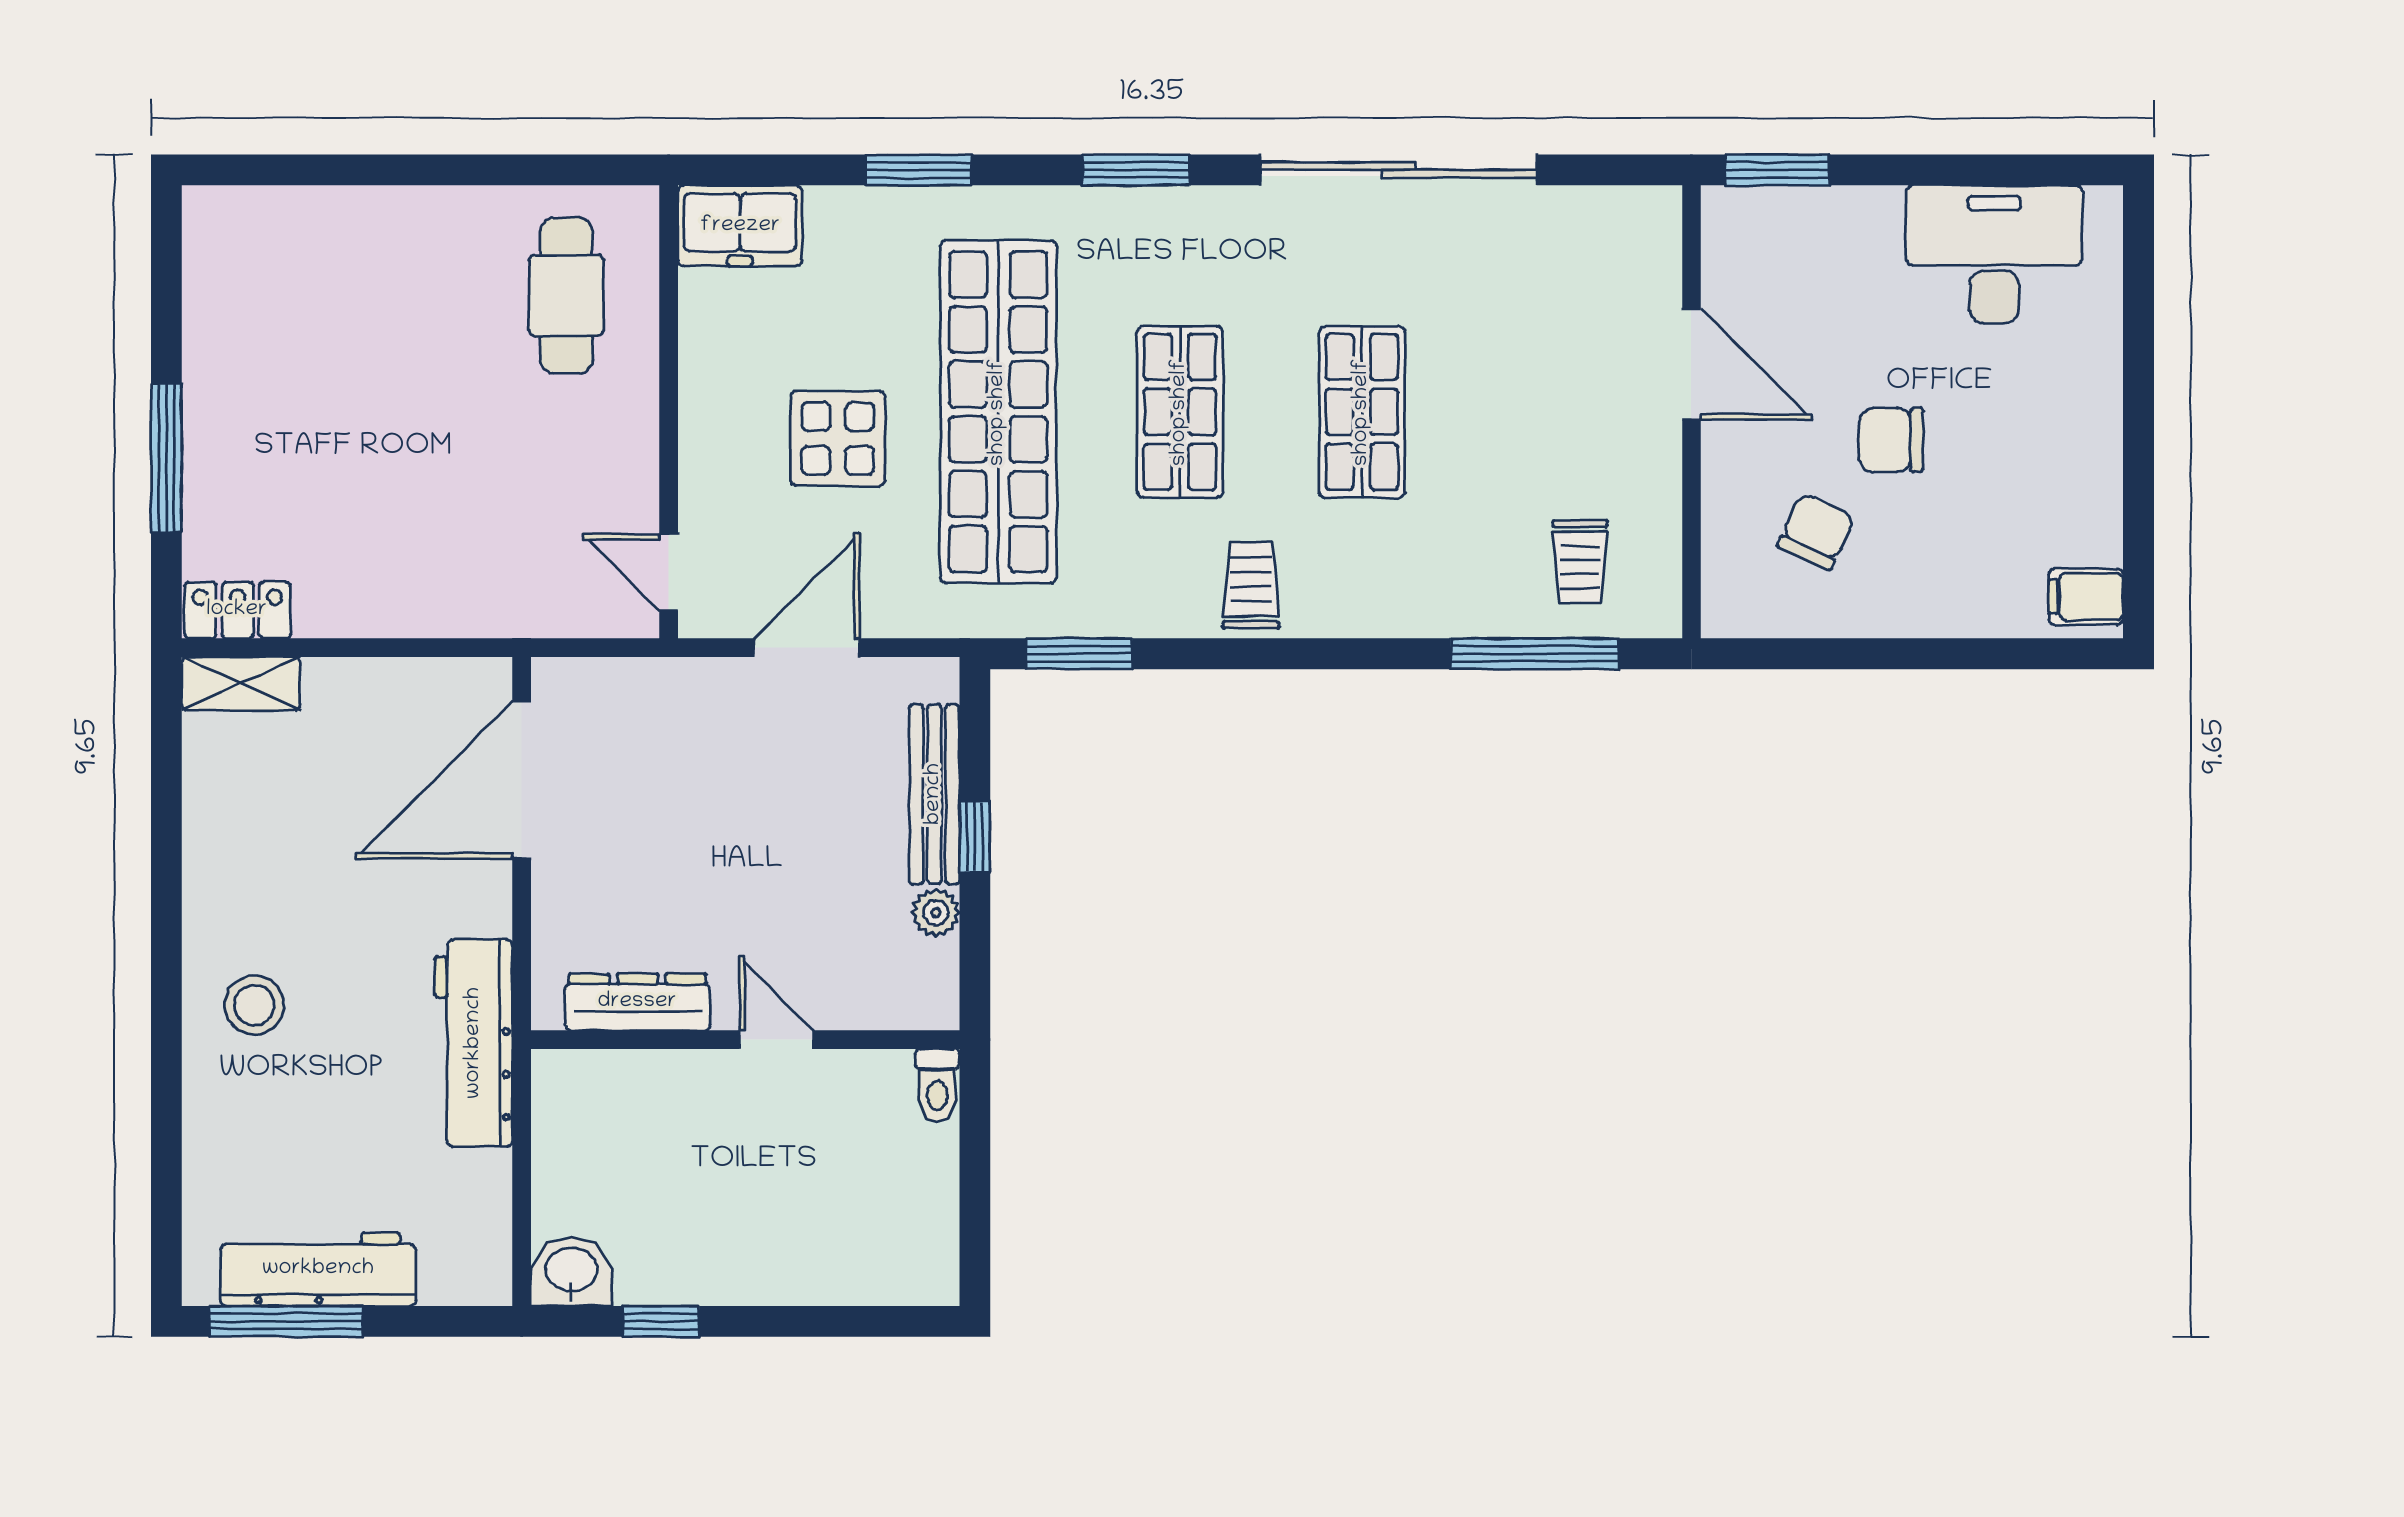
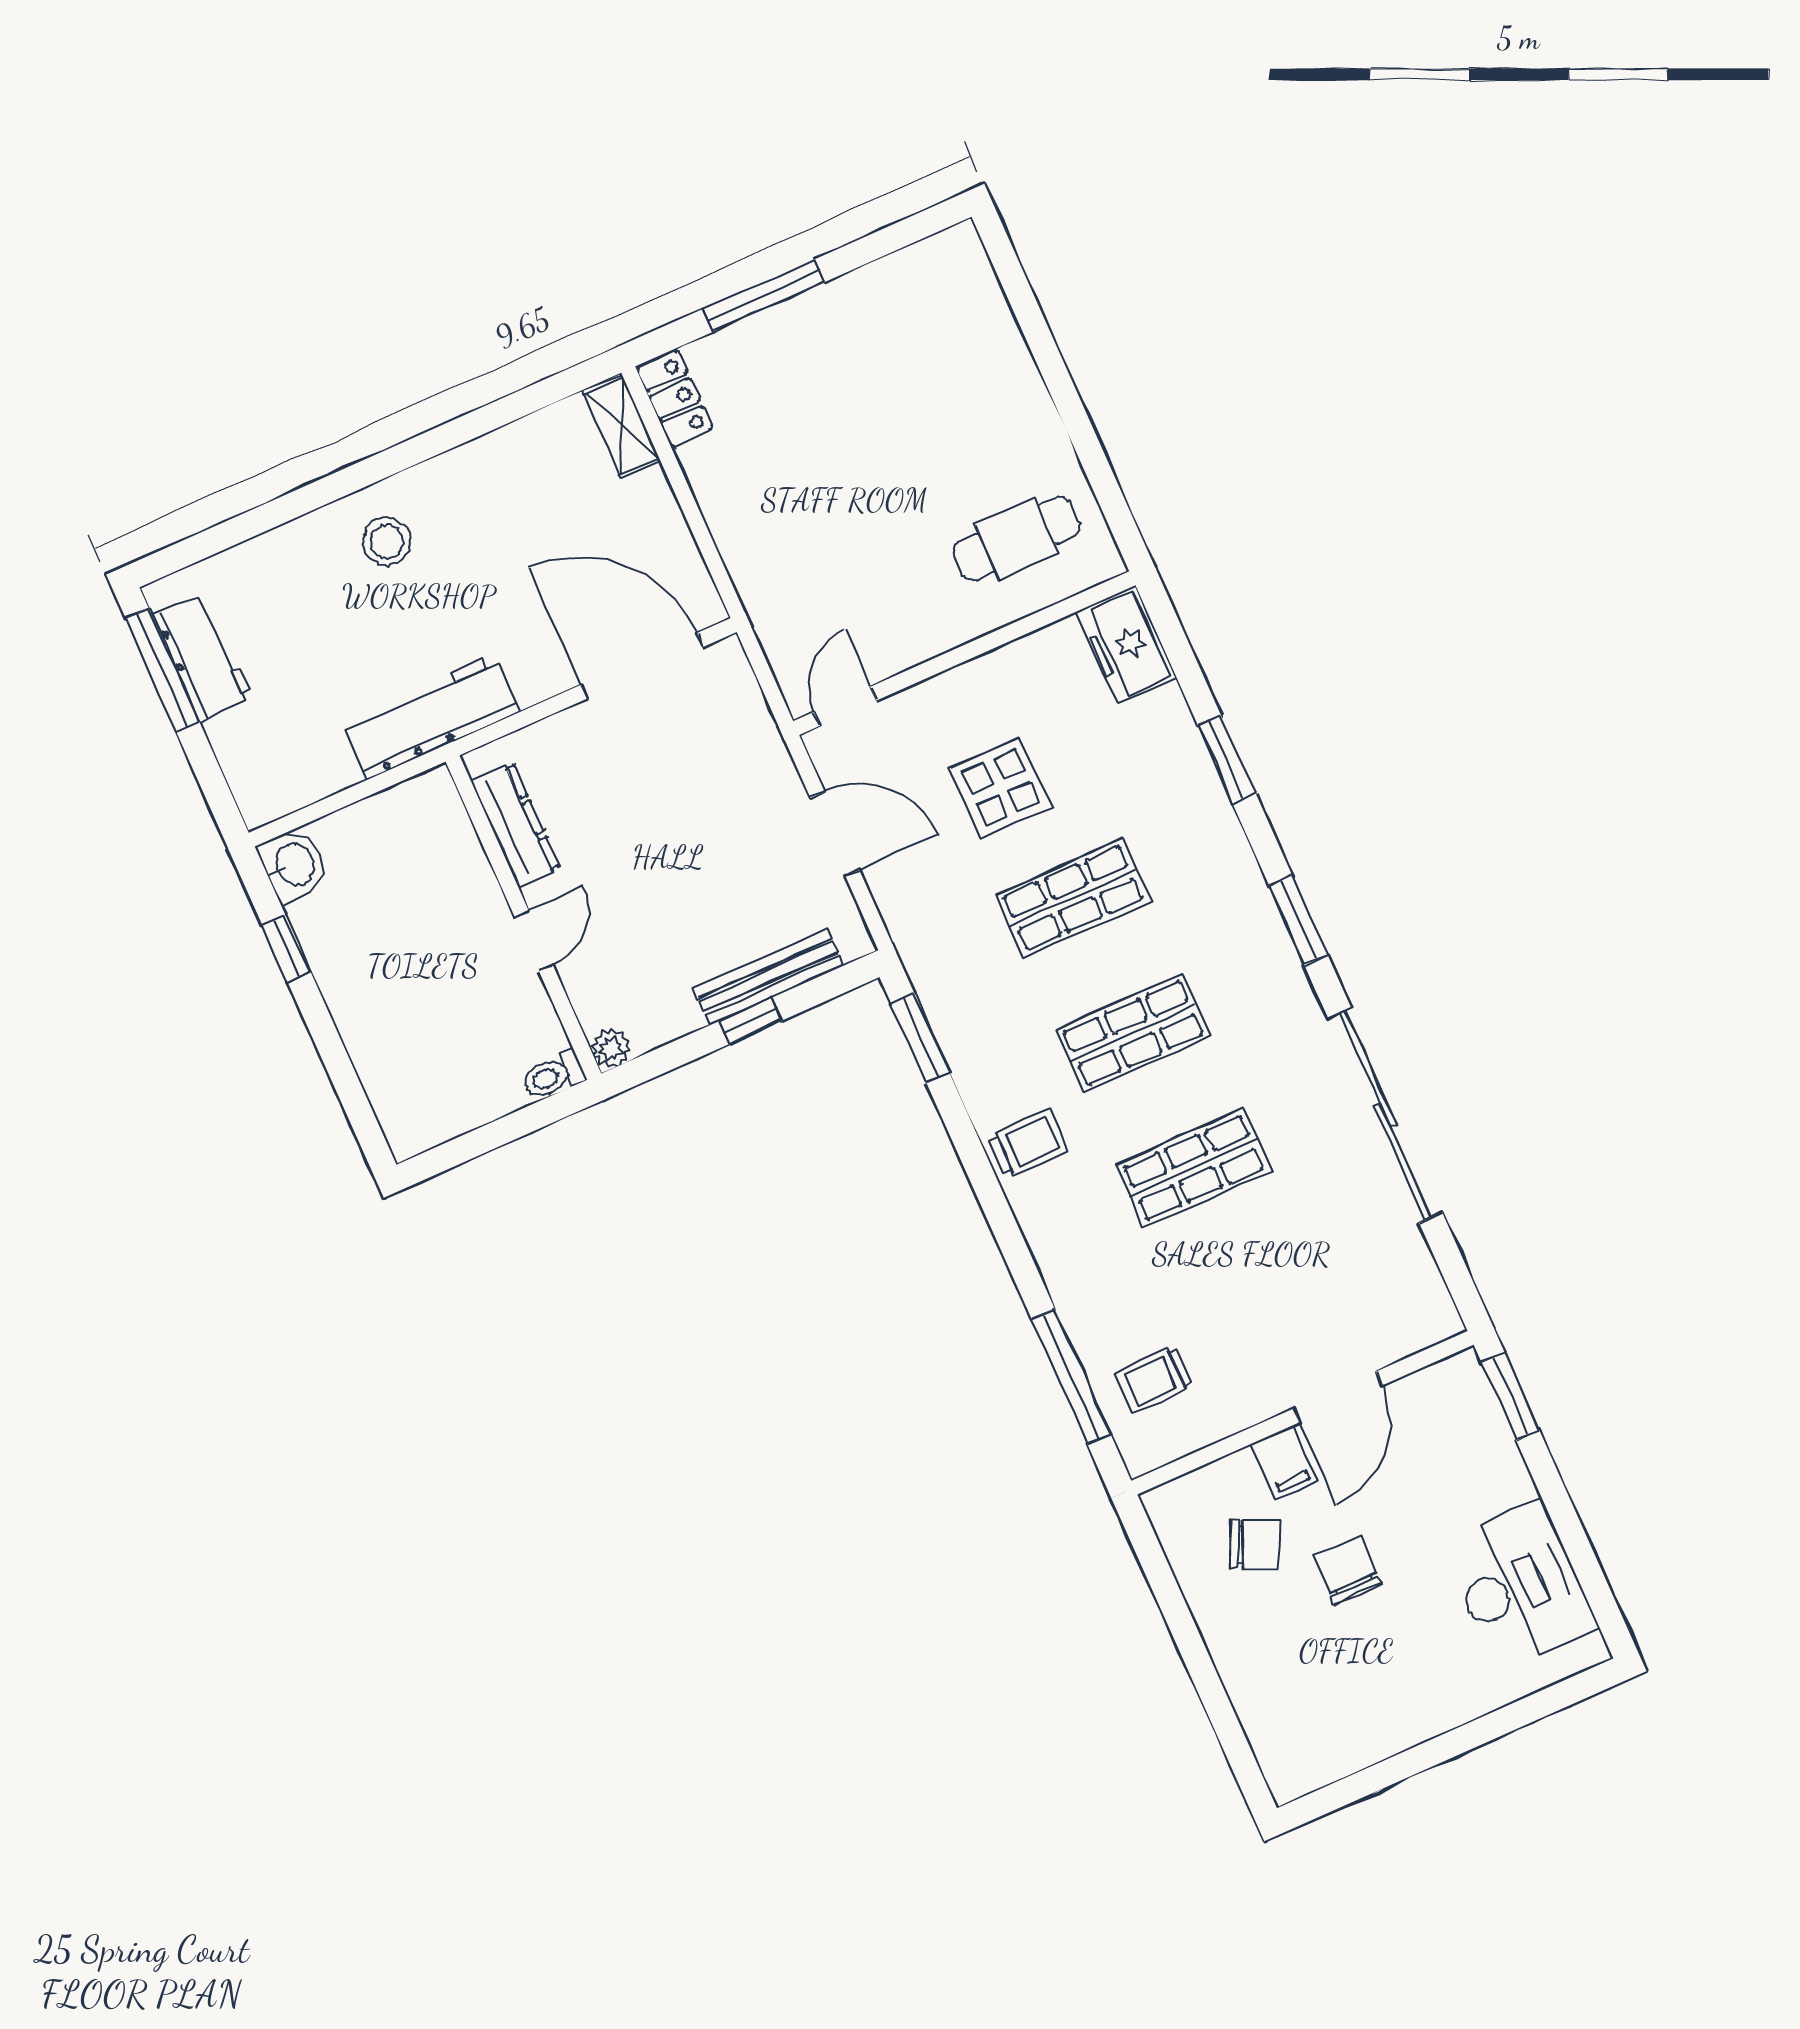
shop shelf: (998, 412) -> (1073, 898), width x0.50, depth x0.74
filing cabinet: (2086, 597) -> (1284, 1462), moved, turned 180
plant: (936, 913) -> (611, 1048), moved
workbench: (318, 1269) -> (203, 657), width x0.73

